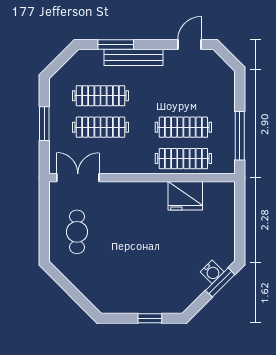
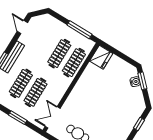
fridge: (185, 196) -> (101, 57), moved

